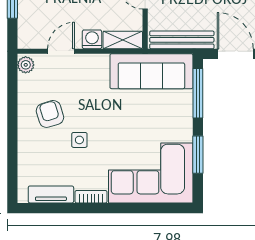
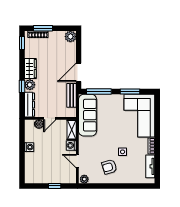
bench: (182, 40) -> (72, 95), width x0.73

